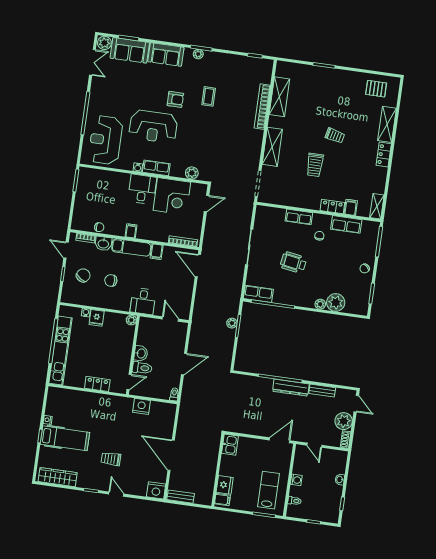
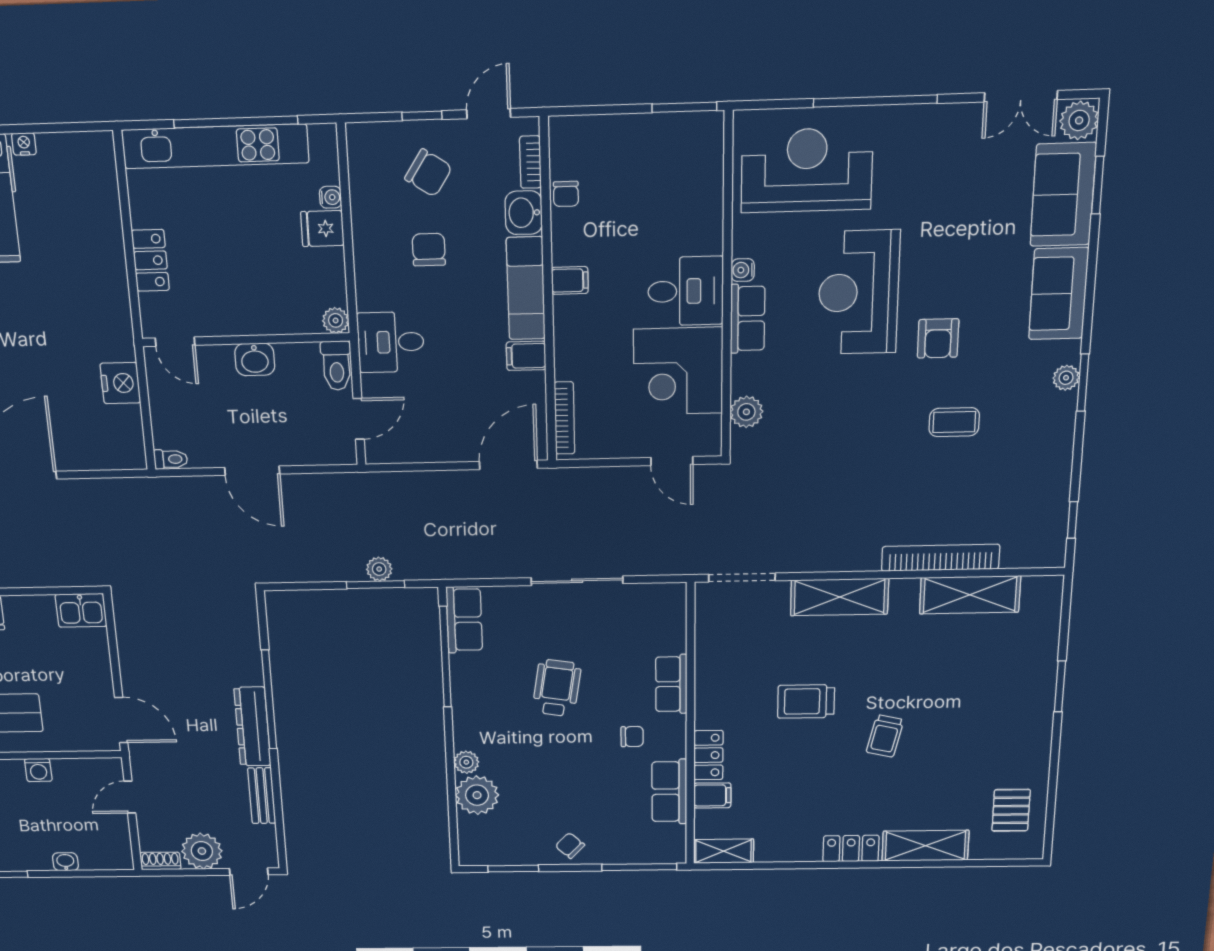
toilet: (142, 368) -> (336, 366), moved

